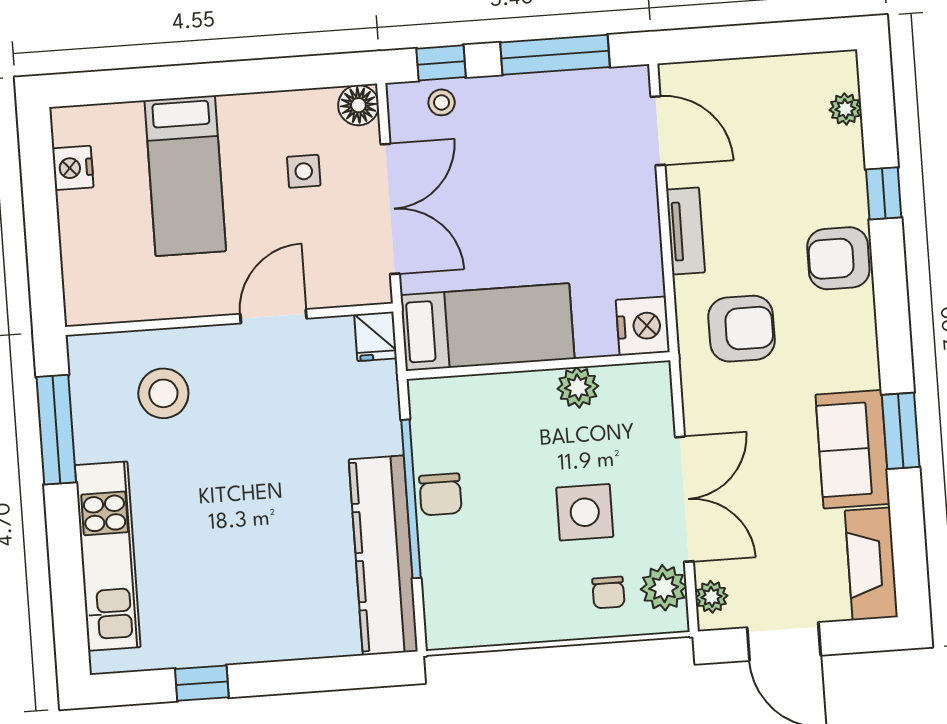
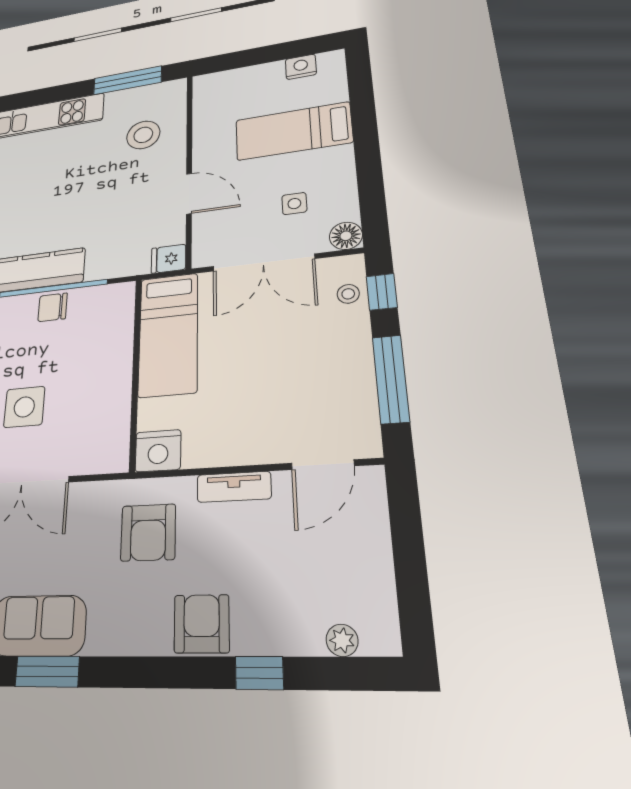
plant: (578, 387) -> (116, 401), removed

